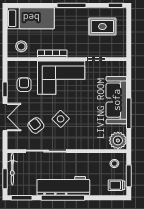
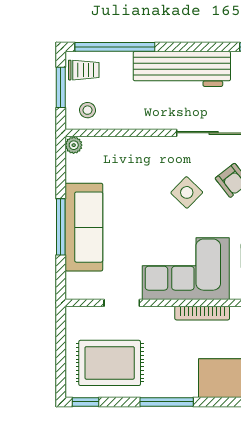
rug: (102, 26) -> (110, 363), width x1.36, depth x1.43
window: (129, 113) -> (61, 227), moved
plant: (118, 140) -> (74, 145), width x0.53, depth x0.53
window: (63, 198) -> (115, 47), moved

